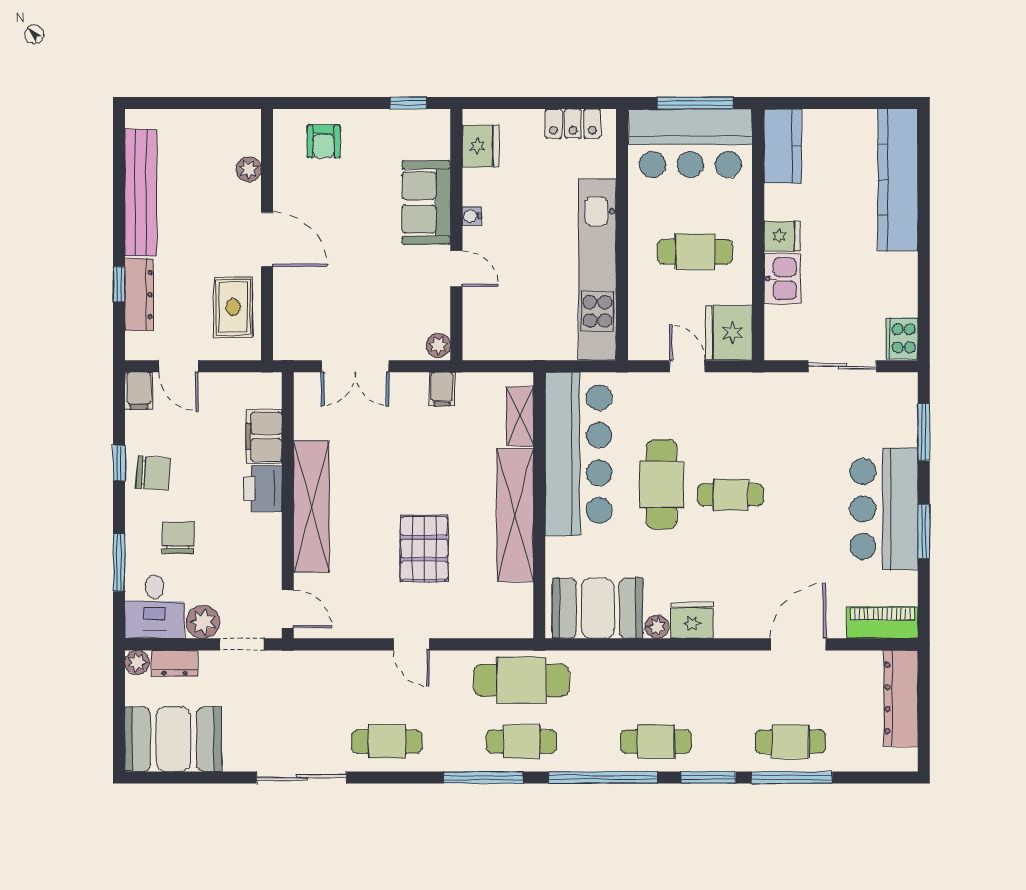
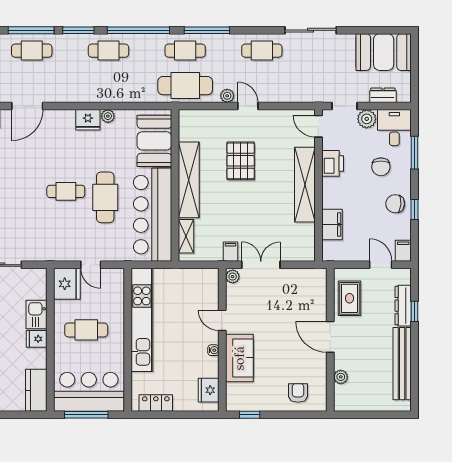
double door: (355, 366) -> (261, 265), moved
printer: (263, 489) -> (333, 163), moved
booth: (598, 608) -> (154, 141), moved, turned 90
plant: (137, 662) -> (227, 96), moved

